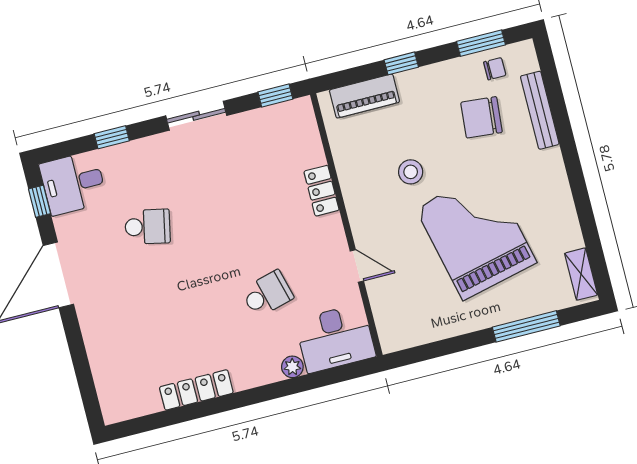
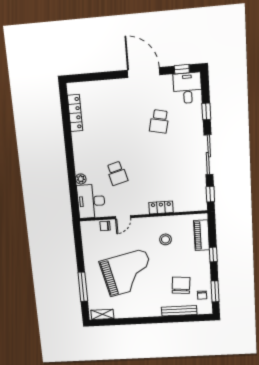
sliding door: (196, 116) -> (208, 155), width x1.37
stool: (411, 172) -> (165, 239), moved
chair: (383, 300) -> (105, 226), added
locker: (196, 390) -> (75, 113), moved

